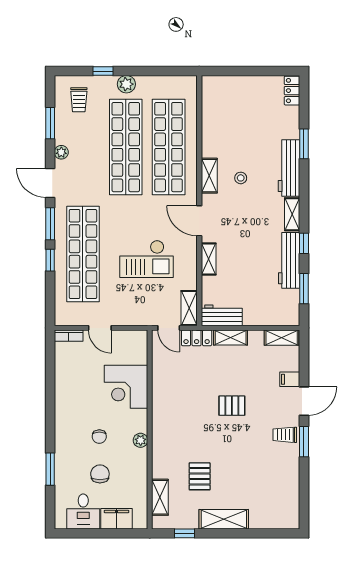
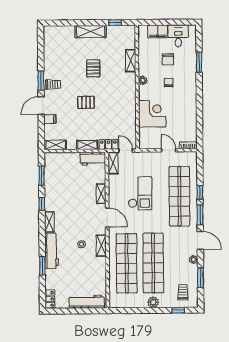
window: (103, 71) -> (178, 310), moved
checkout: (146, 259) -> (140, 193), turned 90
workbench: (289, 260) -> (87, 302), moved, turned -90
pallet: (200, 476) -> (93, 68), moved
shelving: (160, 497) -> (131, 61), moved

